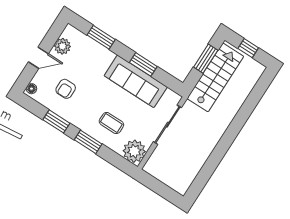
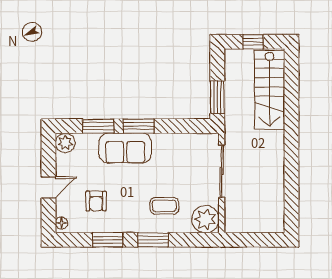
plant: (62, 46) -> (65, 143), moved
window: (206, 59) -> (217, 97), moved
window: (143, 64) -> (139, 126), moved
stairs: (215, 77) -> (270, 90), moved, turned 180
sofa: (136, 81) -> (125, 148), moved, width x0.73

